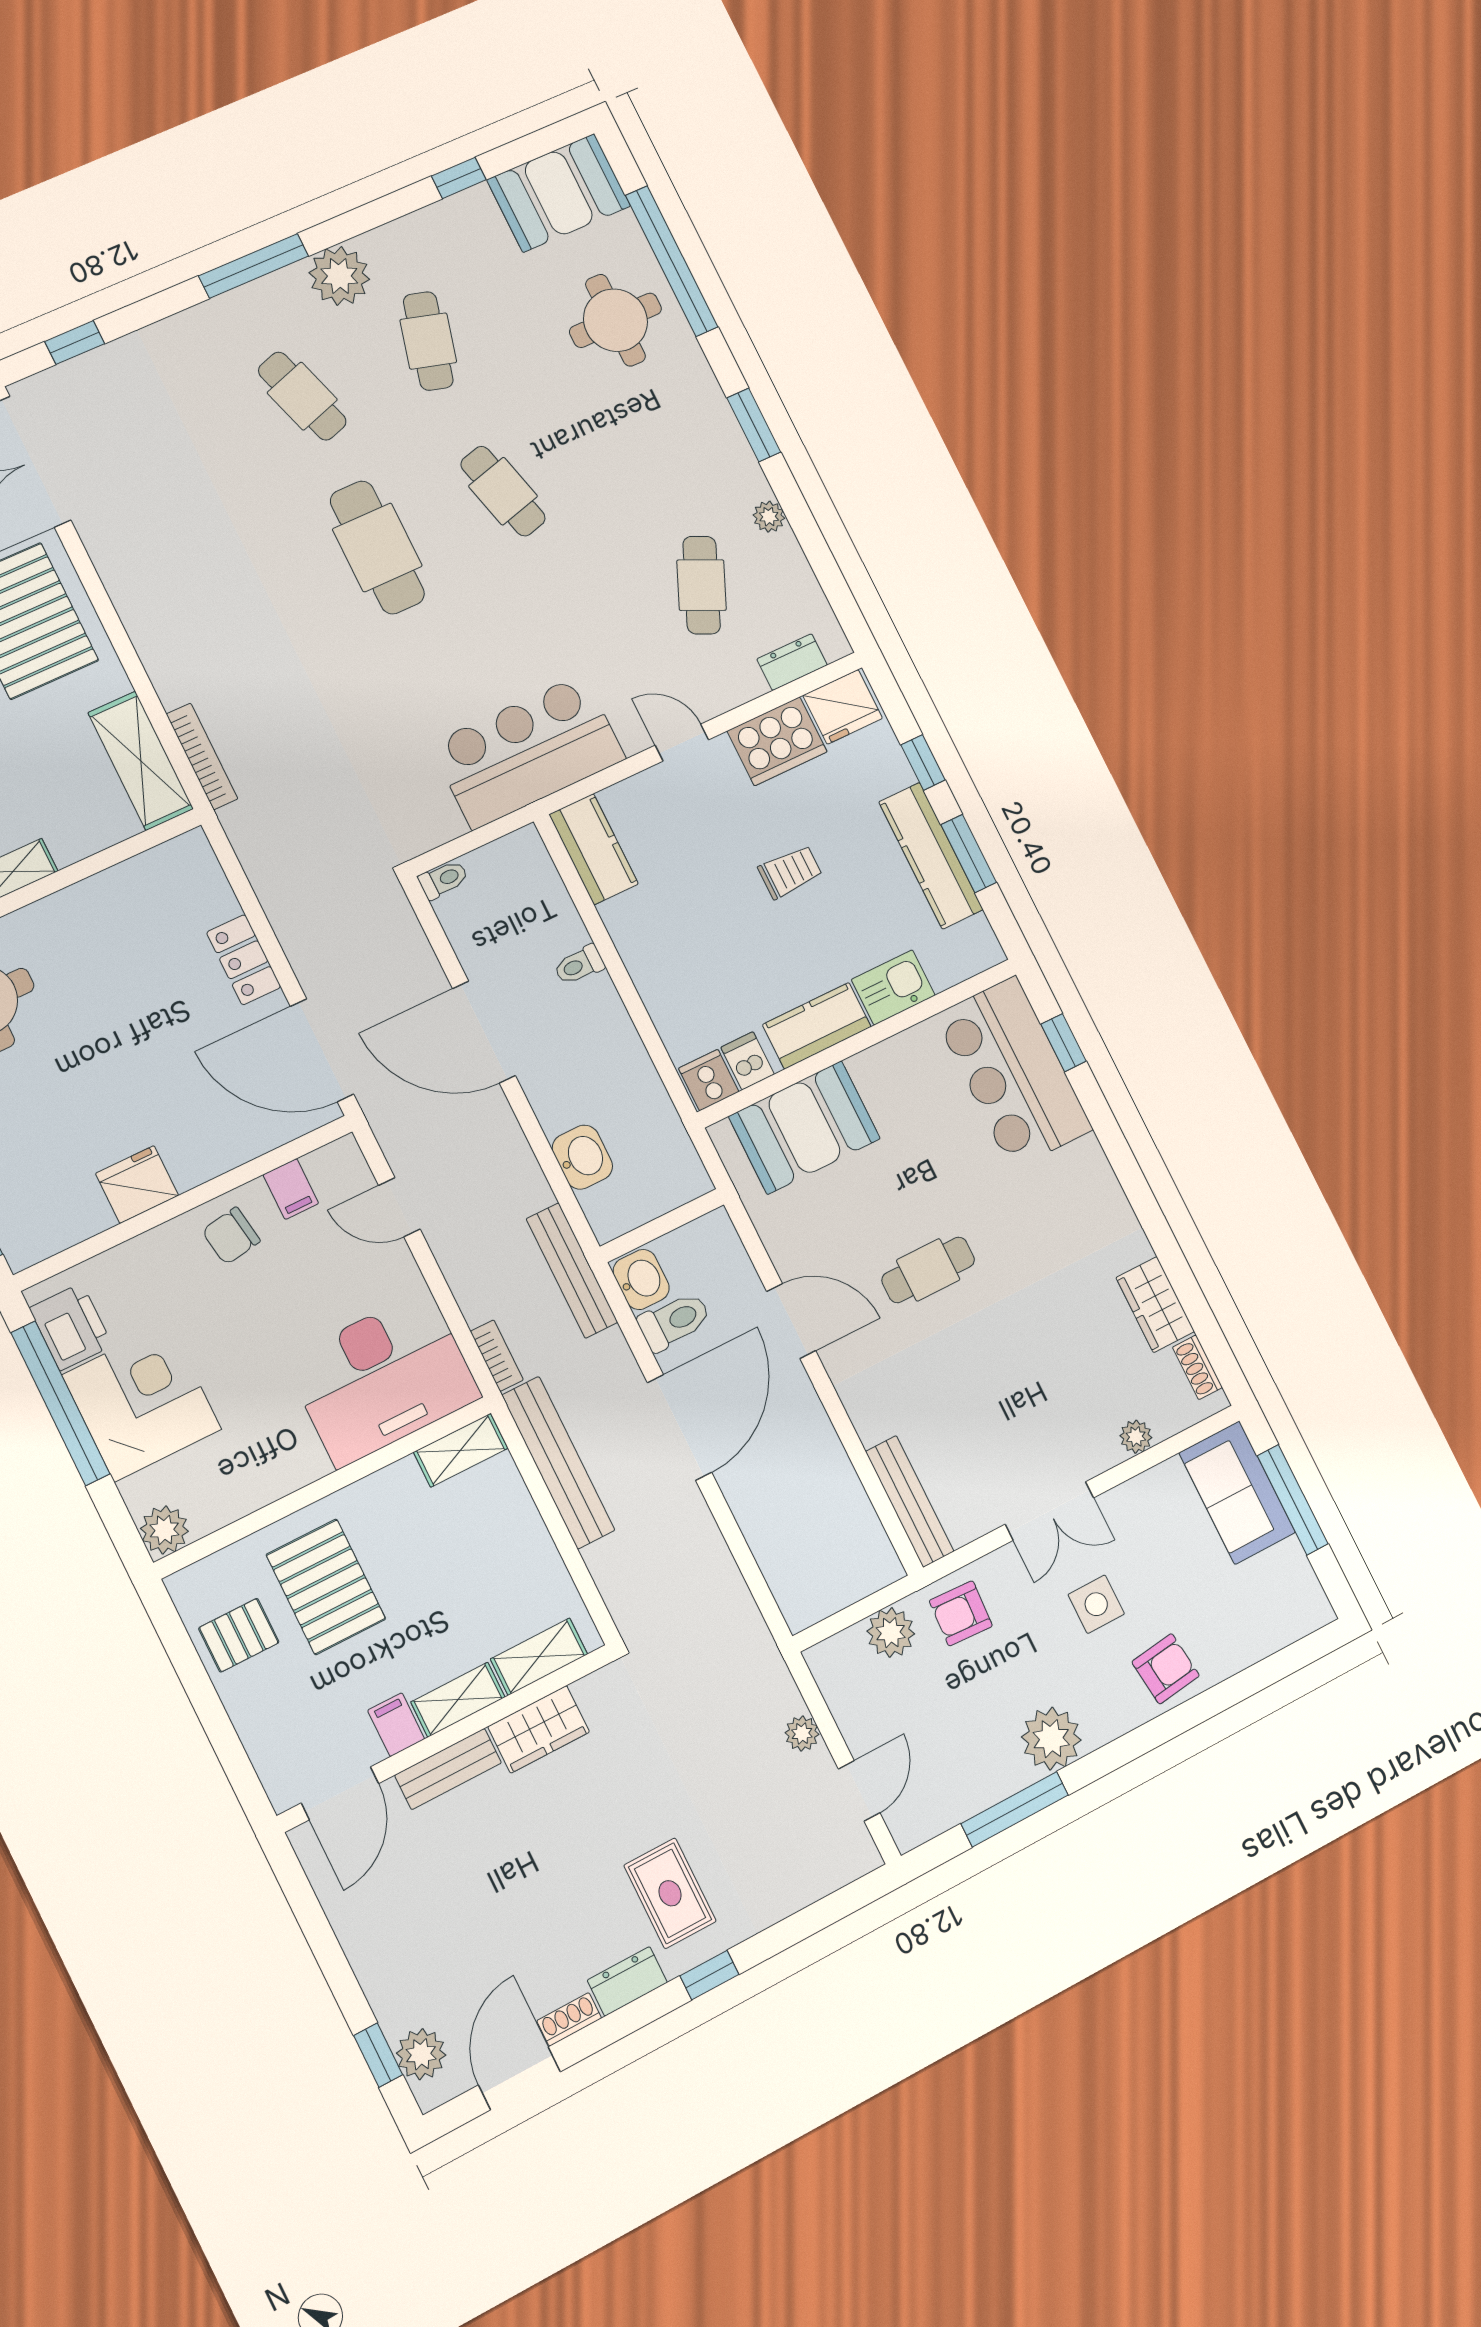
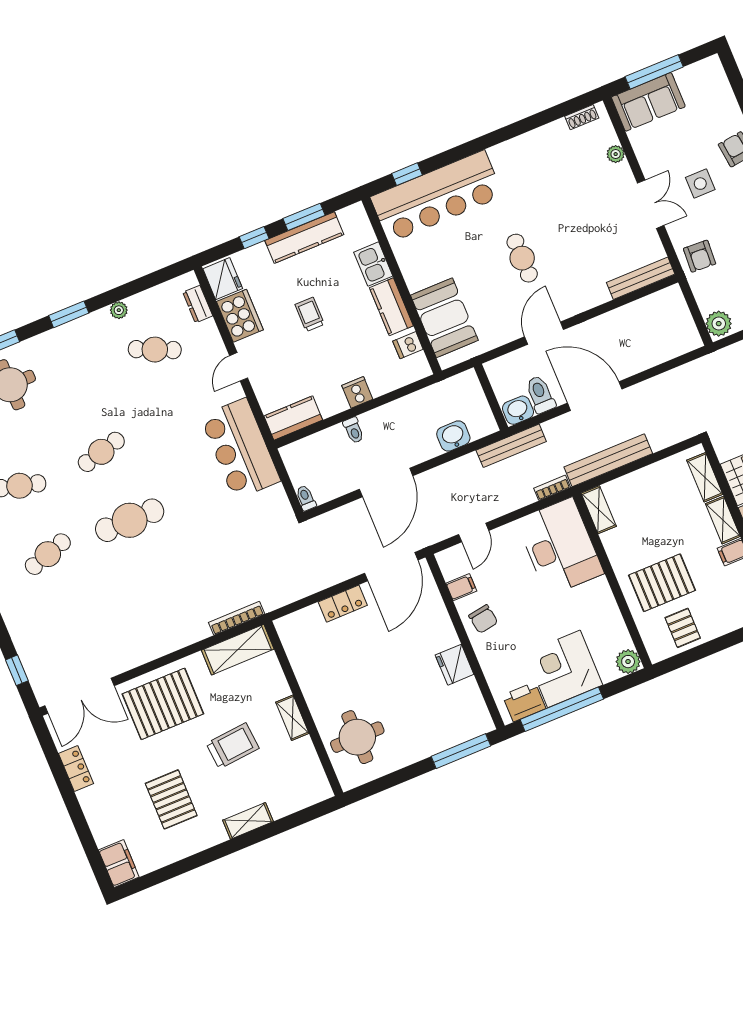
bar counter: (1014, 1073) -> (437, 196), width x1.36
cooker: (709, 1080) -> (357, 392), moved, turned 90
wardrobe: (1155, 1305) -> (548, 137), removed
plant: (891, 1633) -> (719, 324), moved

